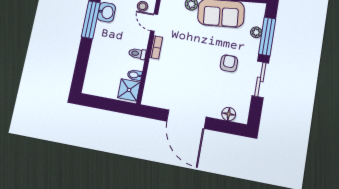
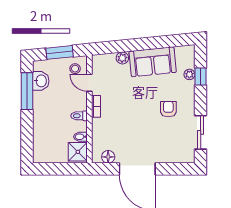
window: (267, 36) -> (201, 76), width x0.46
sliding door: (260, 79) -> (201, 132), moved
floor lamp: (229, 114) -> (108, 157), moved

